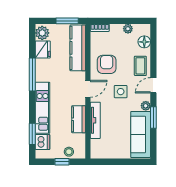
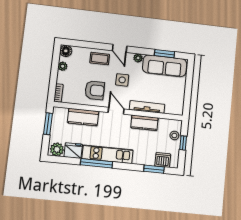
floor lamp: (144, 42) -> (66, 51), moved
kitchen counter: (78, 48) -> (83, 117), width x0.67
armchair: (107, 64) -> (95, 90), turned 180
kitchen unit: (43, 108) -> (108, 154), moved
window: (153, 117) -> (164, 54), moved

